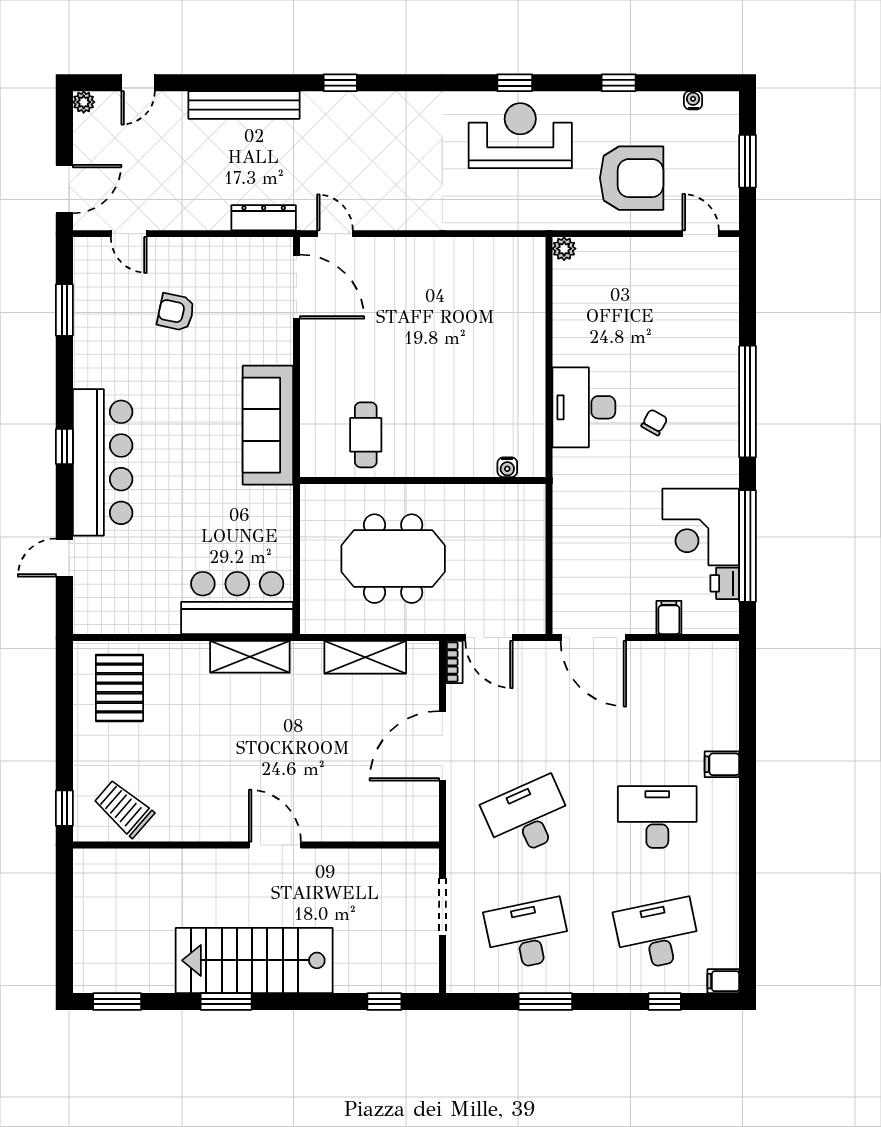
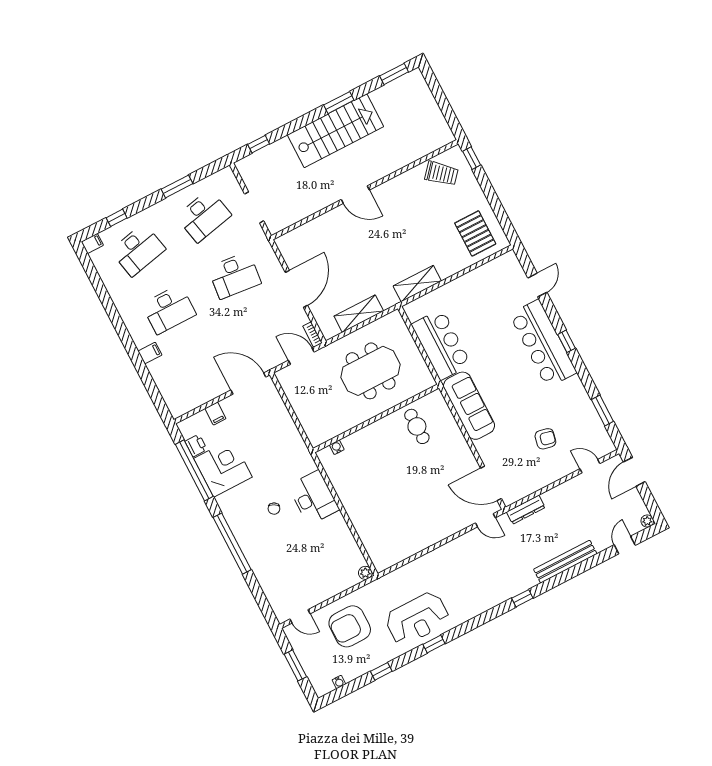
bar counter: (237, 603) -> (441, 345), moved, turned -90
desk: (528, 817) -> (234, 275), turned 30

